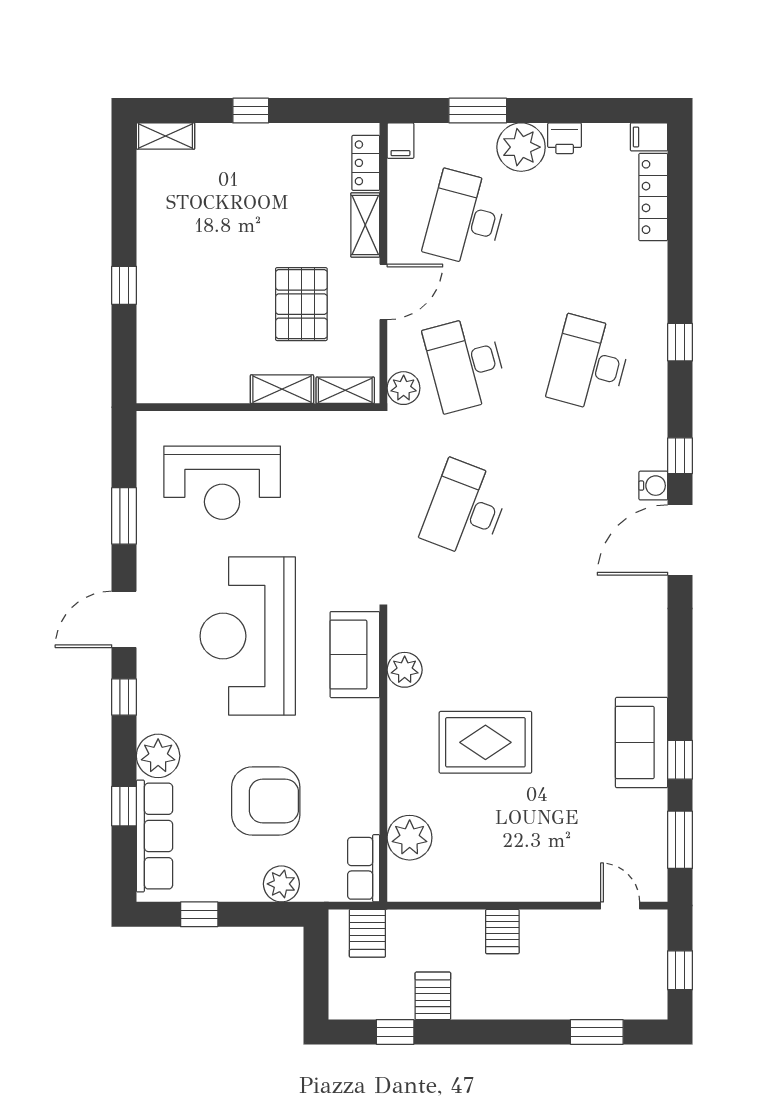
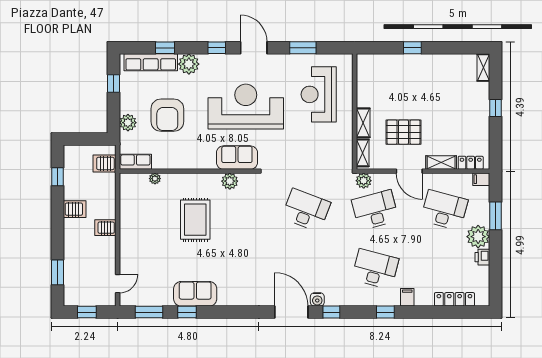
filing cabinet: (649, 137) -> (407, 297), moved
plant: (410, 838) -> (155, 179), width x0.53, depth x0.53
server rack: (433, 996) -> (75, 209), moved

